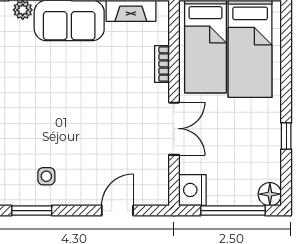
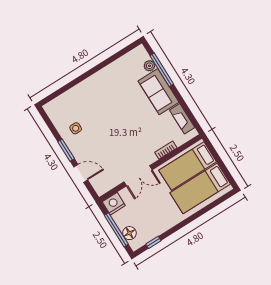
window: (286, 136) -> (153, 242), moved
floor lamp: (270, 194) -> (129, 233), moved
window: (32, 211) -> (66, 150), moved

